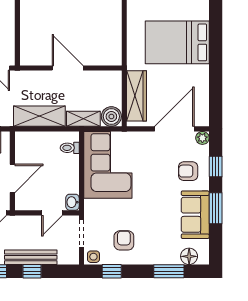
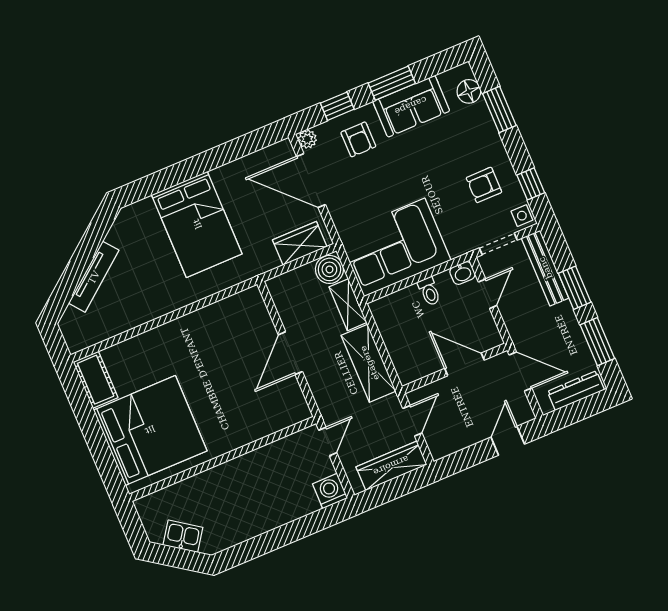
wardrobe: (137, 96) -> (300, 243), width x0.67
toilet: (70, 148) -> (429, 291), moved
door: (52, 213) -> (488, 294), hinge flipped
bench: (31, 257) -> (545, 268), moved
window: (32, 271) -> (575, 288), width x1.50

